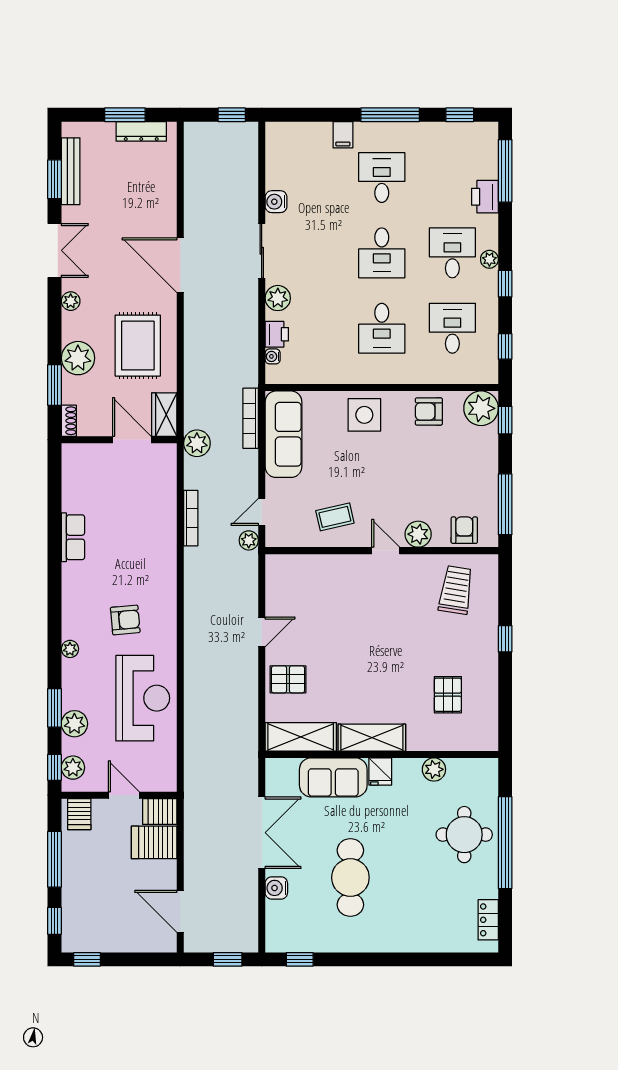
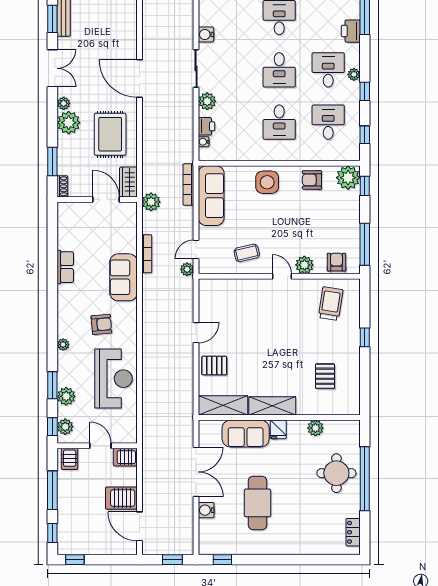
plant: (78, 358) -> (69, 123), moved
sofa: (157, 552) -> (124, 277), added
server rack: (154, 842) -> (121, 498), moved

